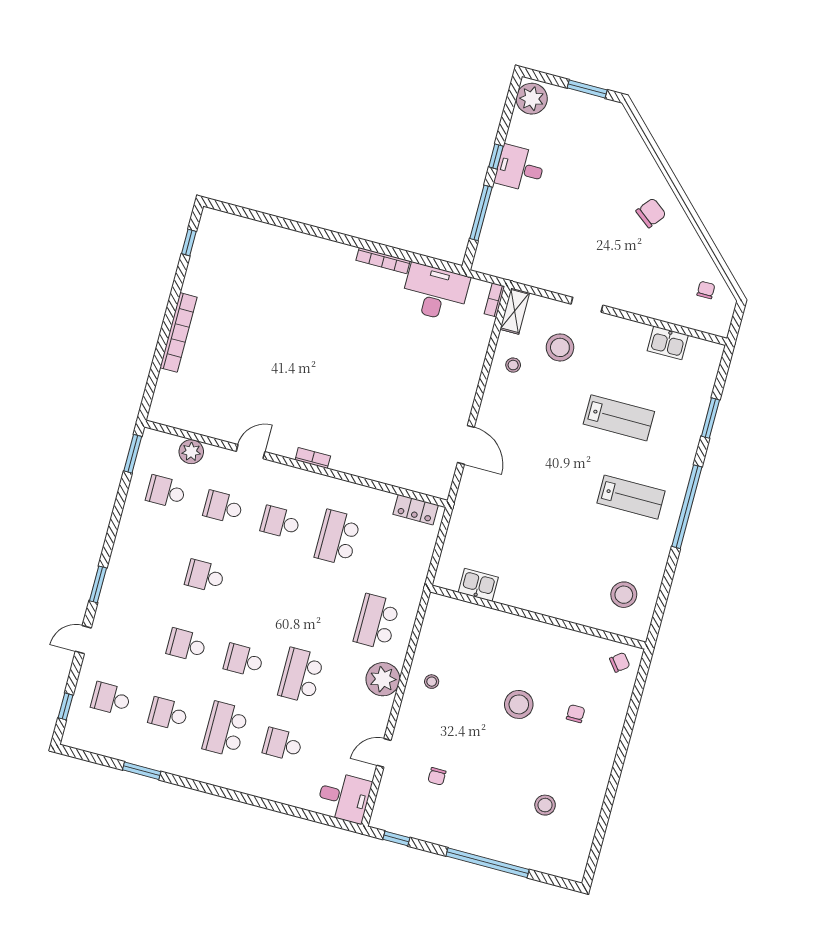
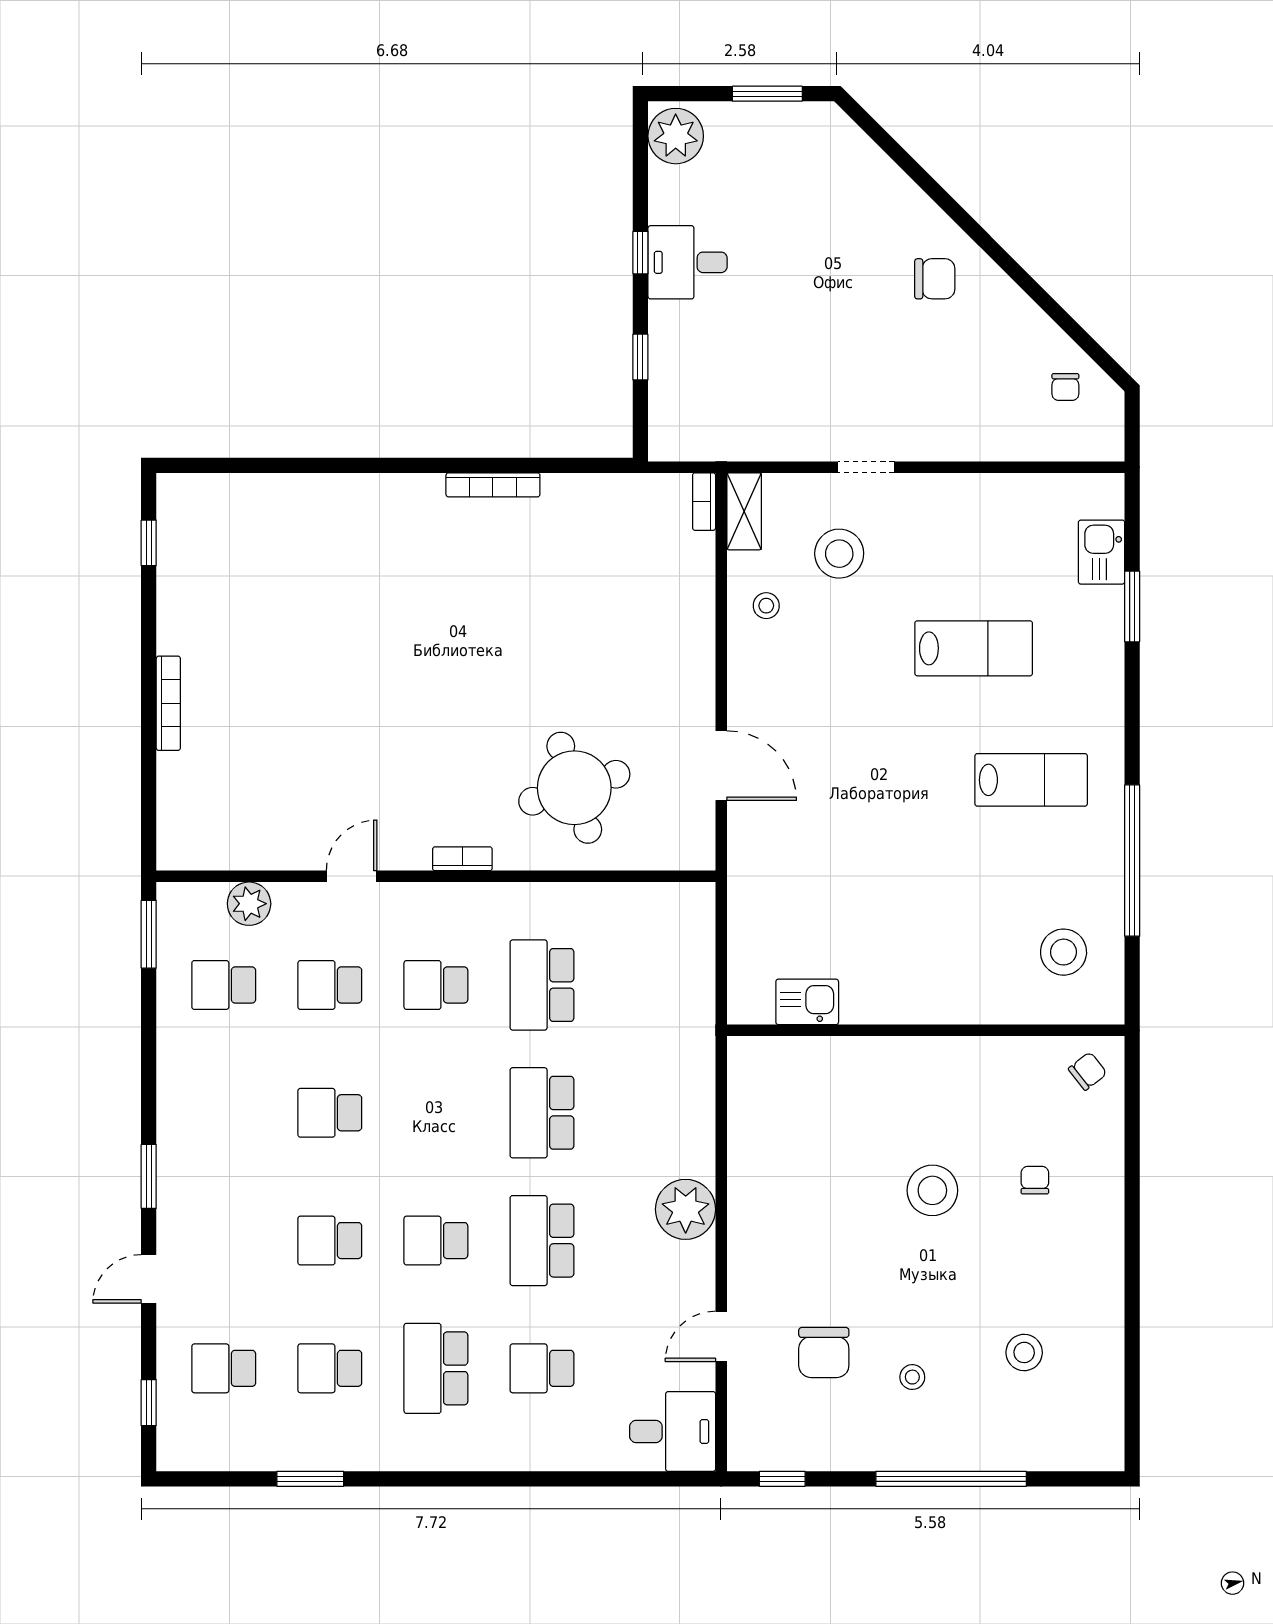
window: (481, 213) -> (640, 357), width x0.46
chair: (651, 213) -> (935, 279), turned 52
chair: (706, 290) -> (1065, 387), turned 180
desk: (435, 293) -> (598, 516), removed
bookcase: (178, 332) -> (168, 703), width x0.68, depth x0.76
kitchen sink: (668, 343) -> (1102, 552), moved, turned 90
round table: (383, 436) -> (574, 788), added
window: (687, 507) -> (1132, 861), moved
locker: (416, 510) -> (664, 901), removed
school desk: (377, 622) -> (542, 1113), moved
stool: (432, 682) -> (912, 1377), moved
chair: (437, 776) -> (824, 1353), width x1.87, depth x1.87

